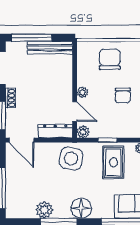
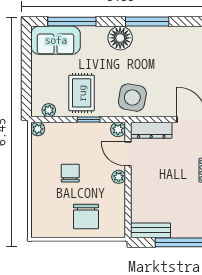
bench: (50, 48) -> (150, 230), width x0.73
plant: (44, 210) -> (164, 36), removed

